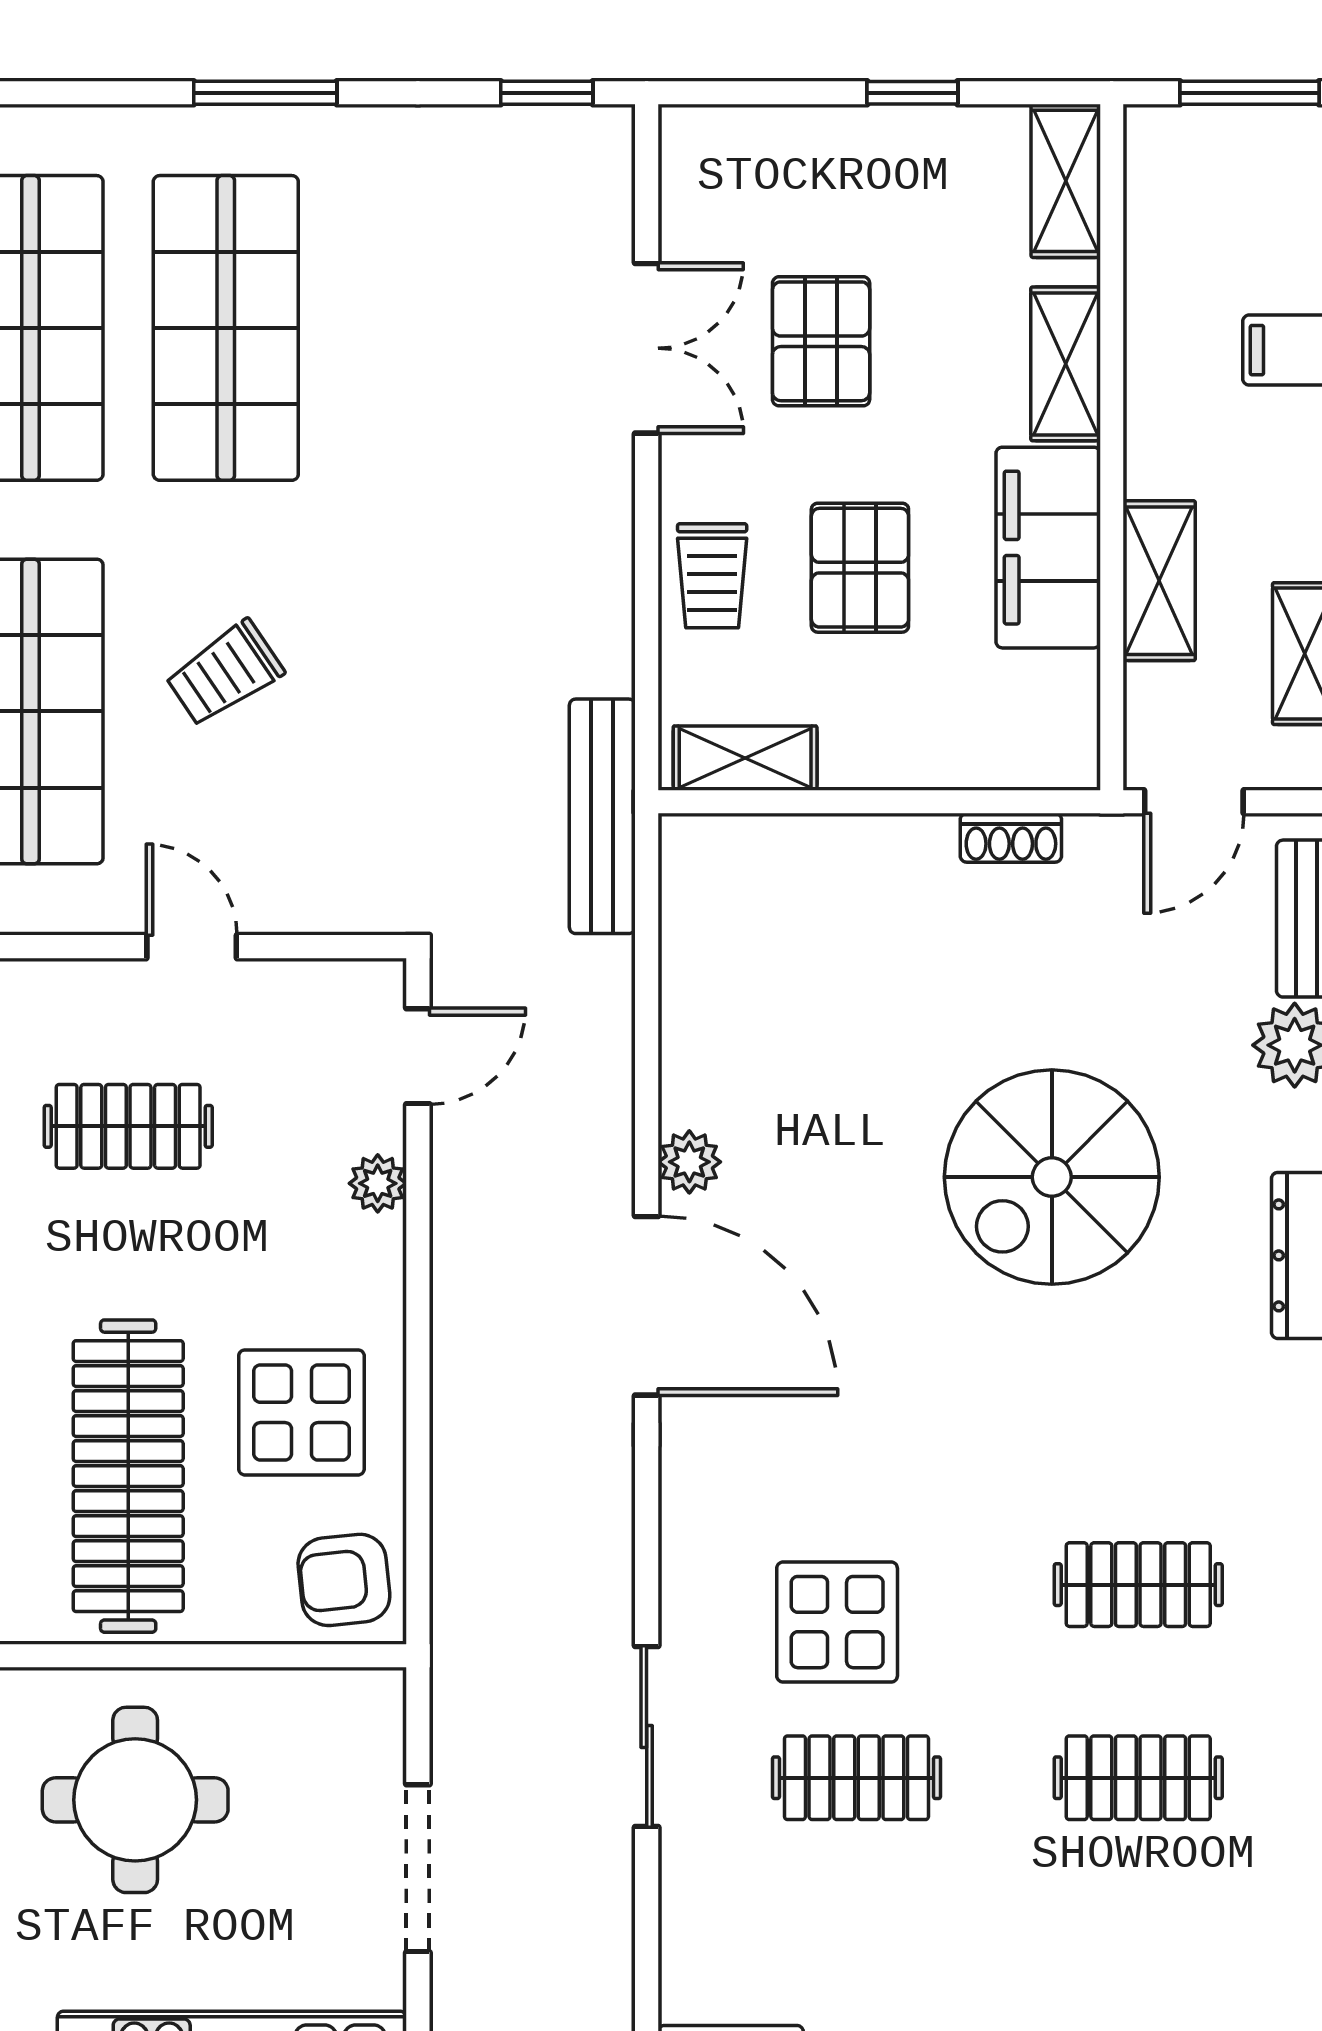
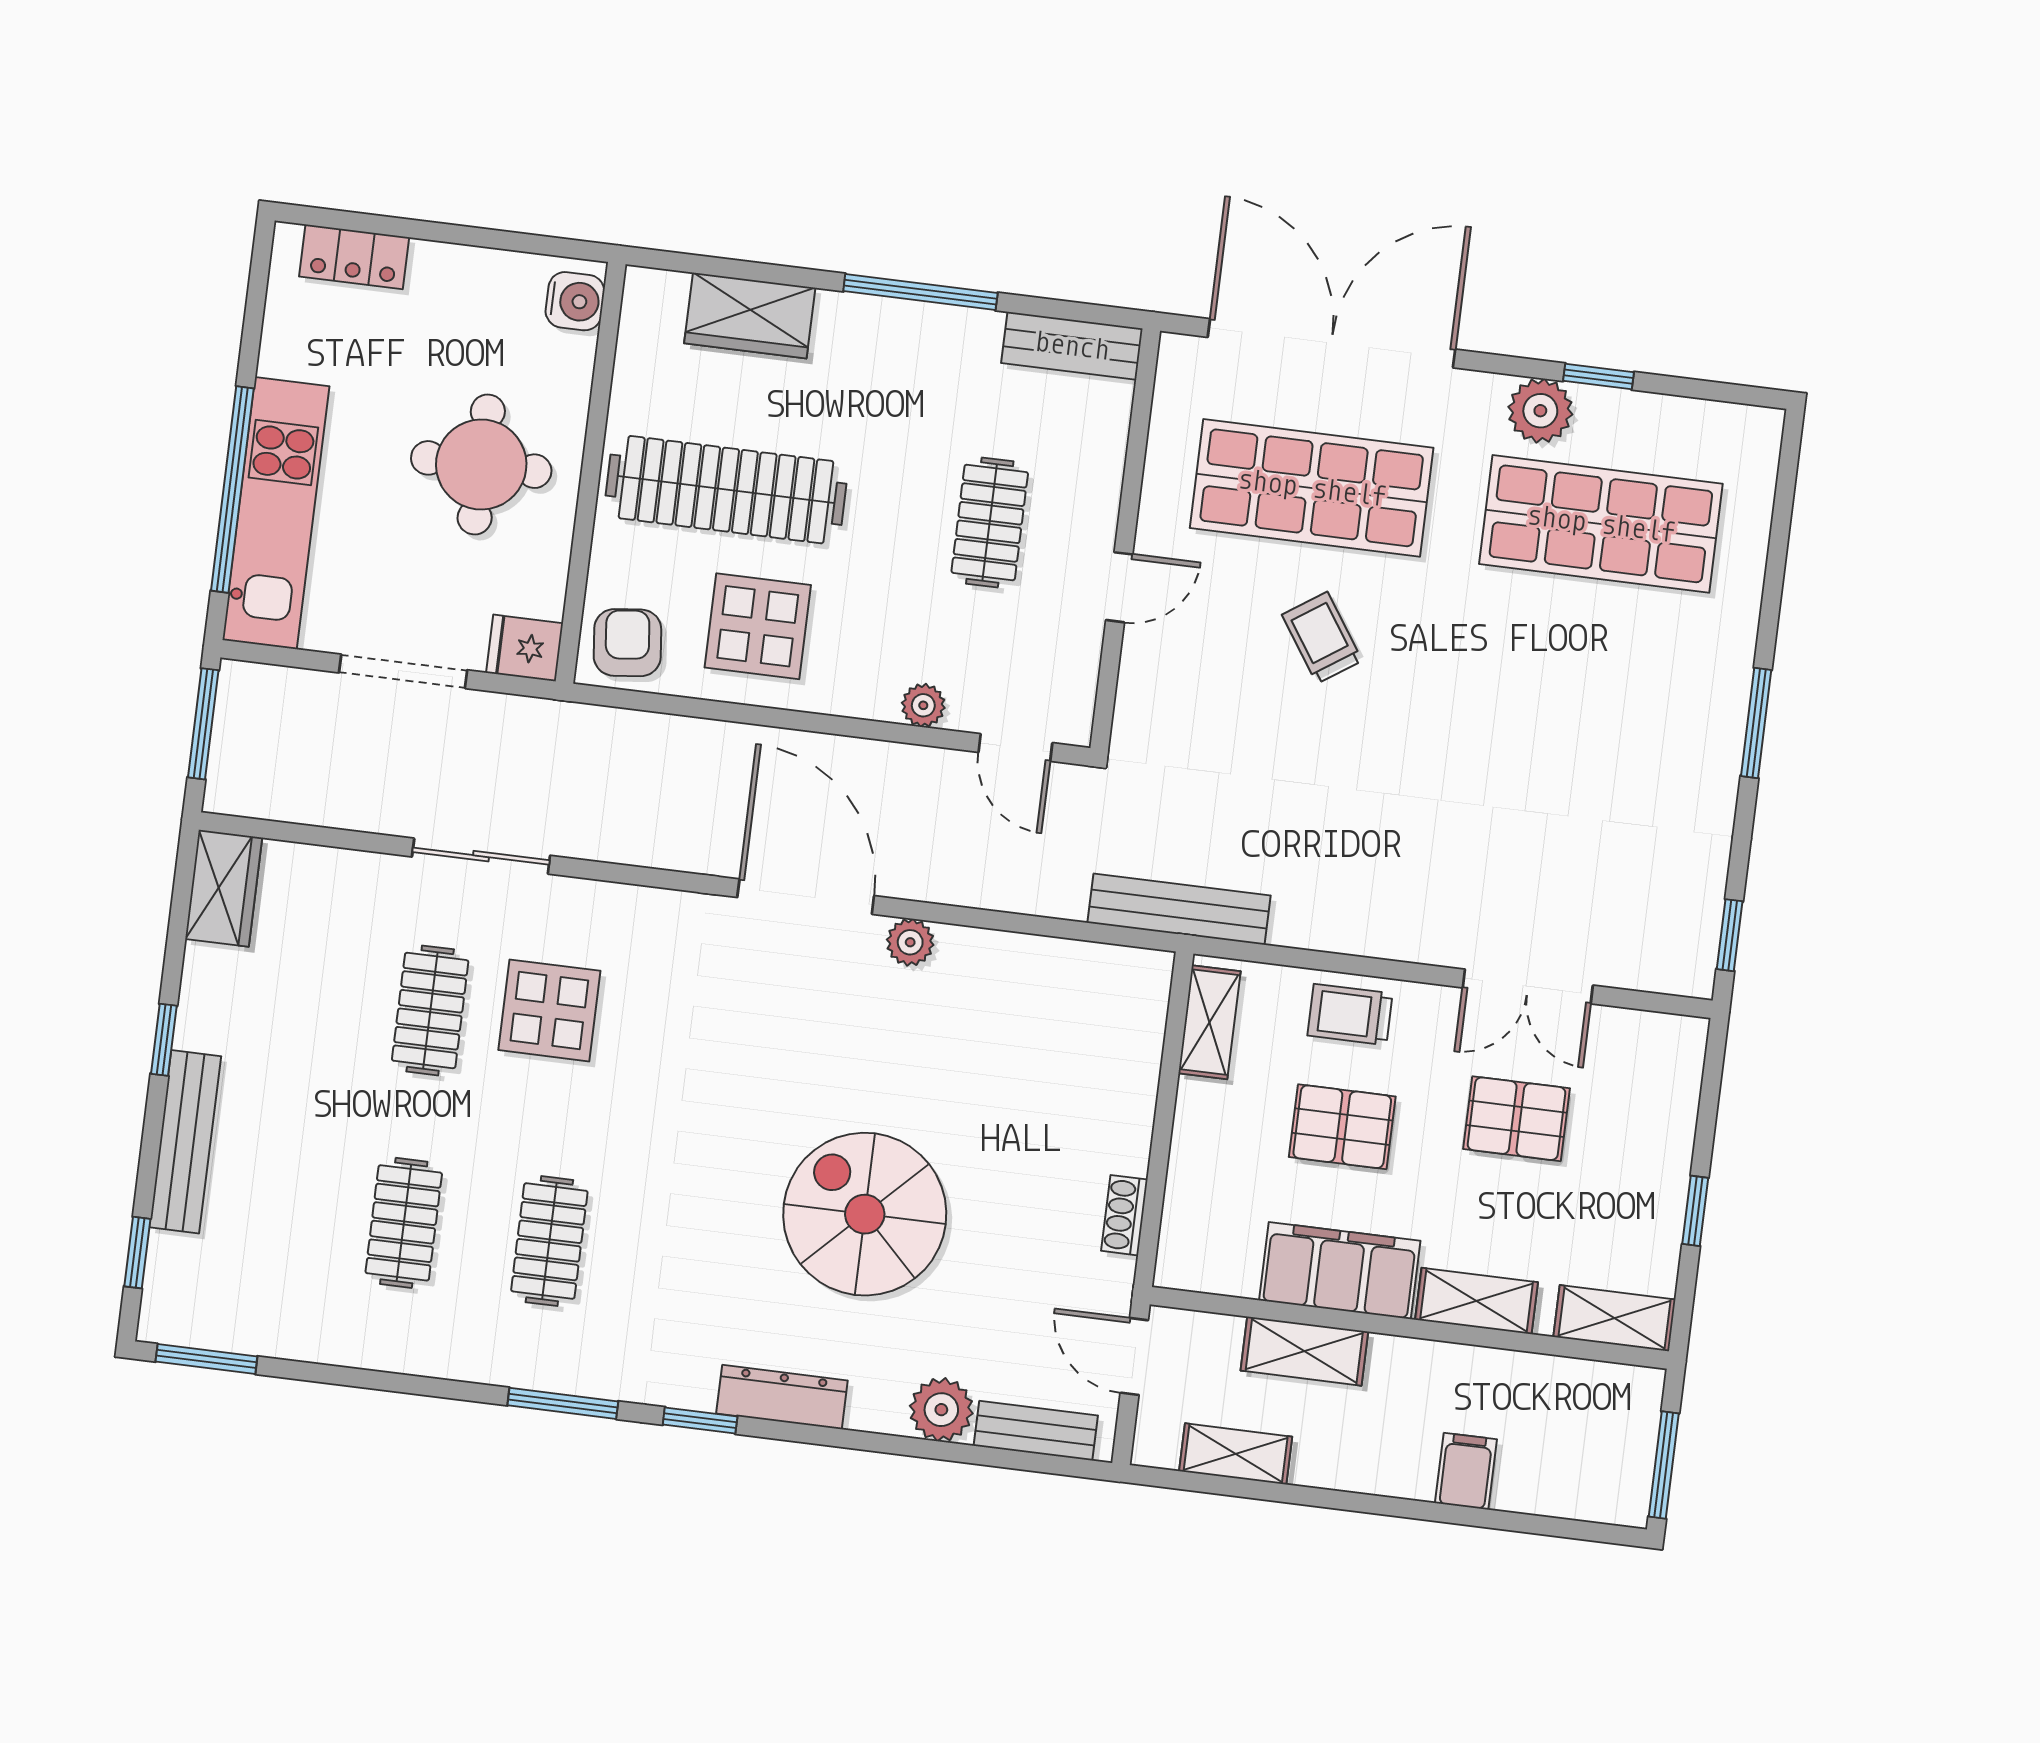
shop shelf: (226, 328) -> (1583, 671), removed
door: (647, 1306) -> (806, 897), swing flipped
fridge: (368, 1713) -> (525, 648), added

